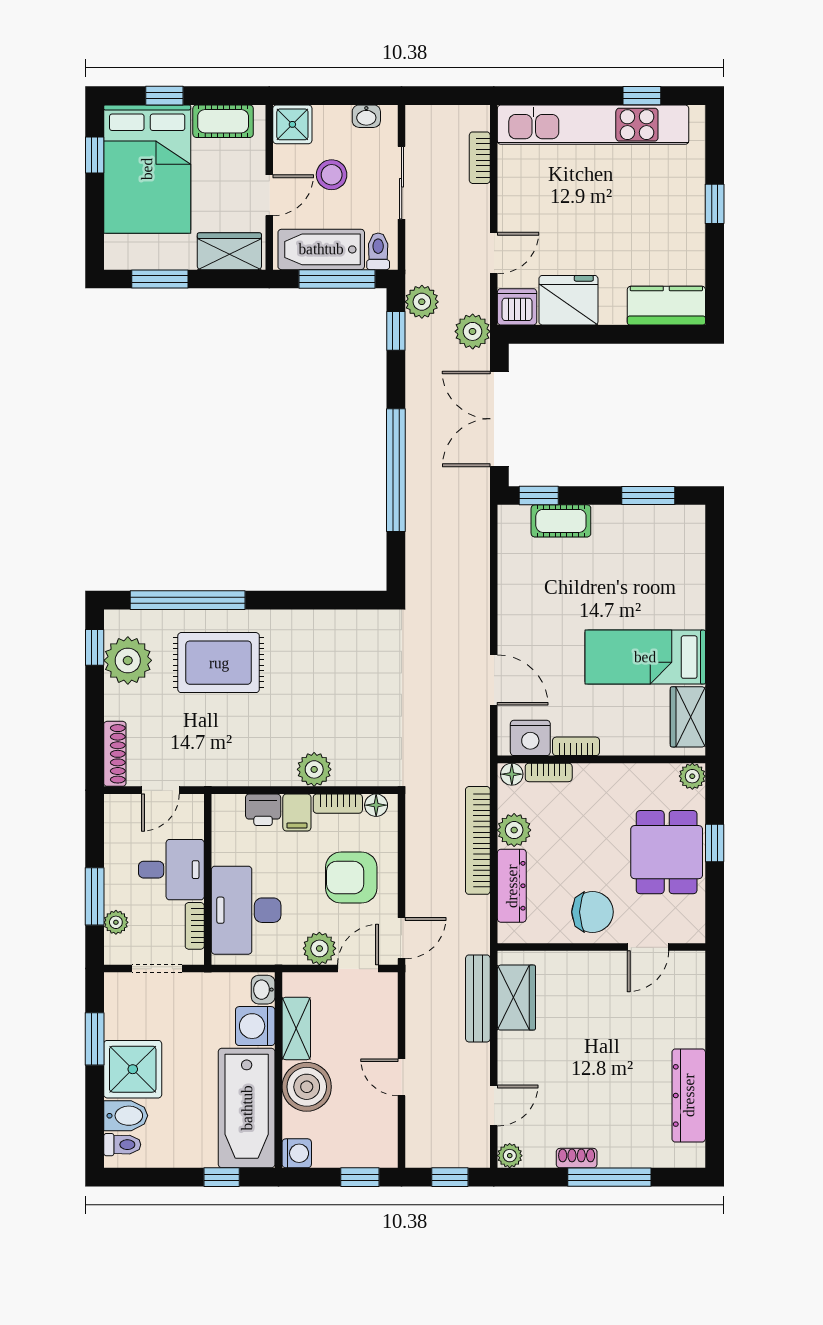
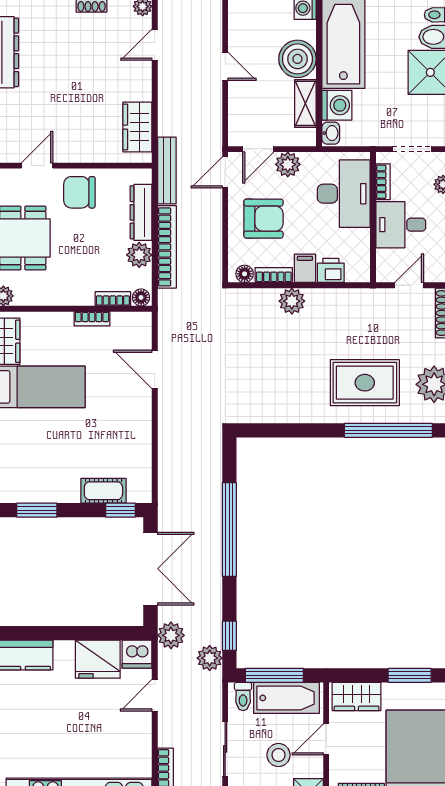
nightstand: (530, 738) -> (127, 325), removed
bench: (478, 998) -> (167, 170), moved

